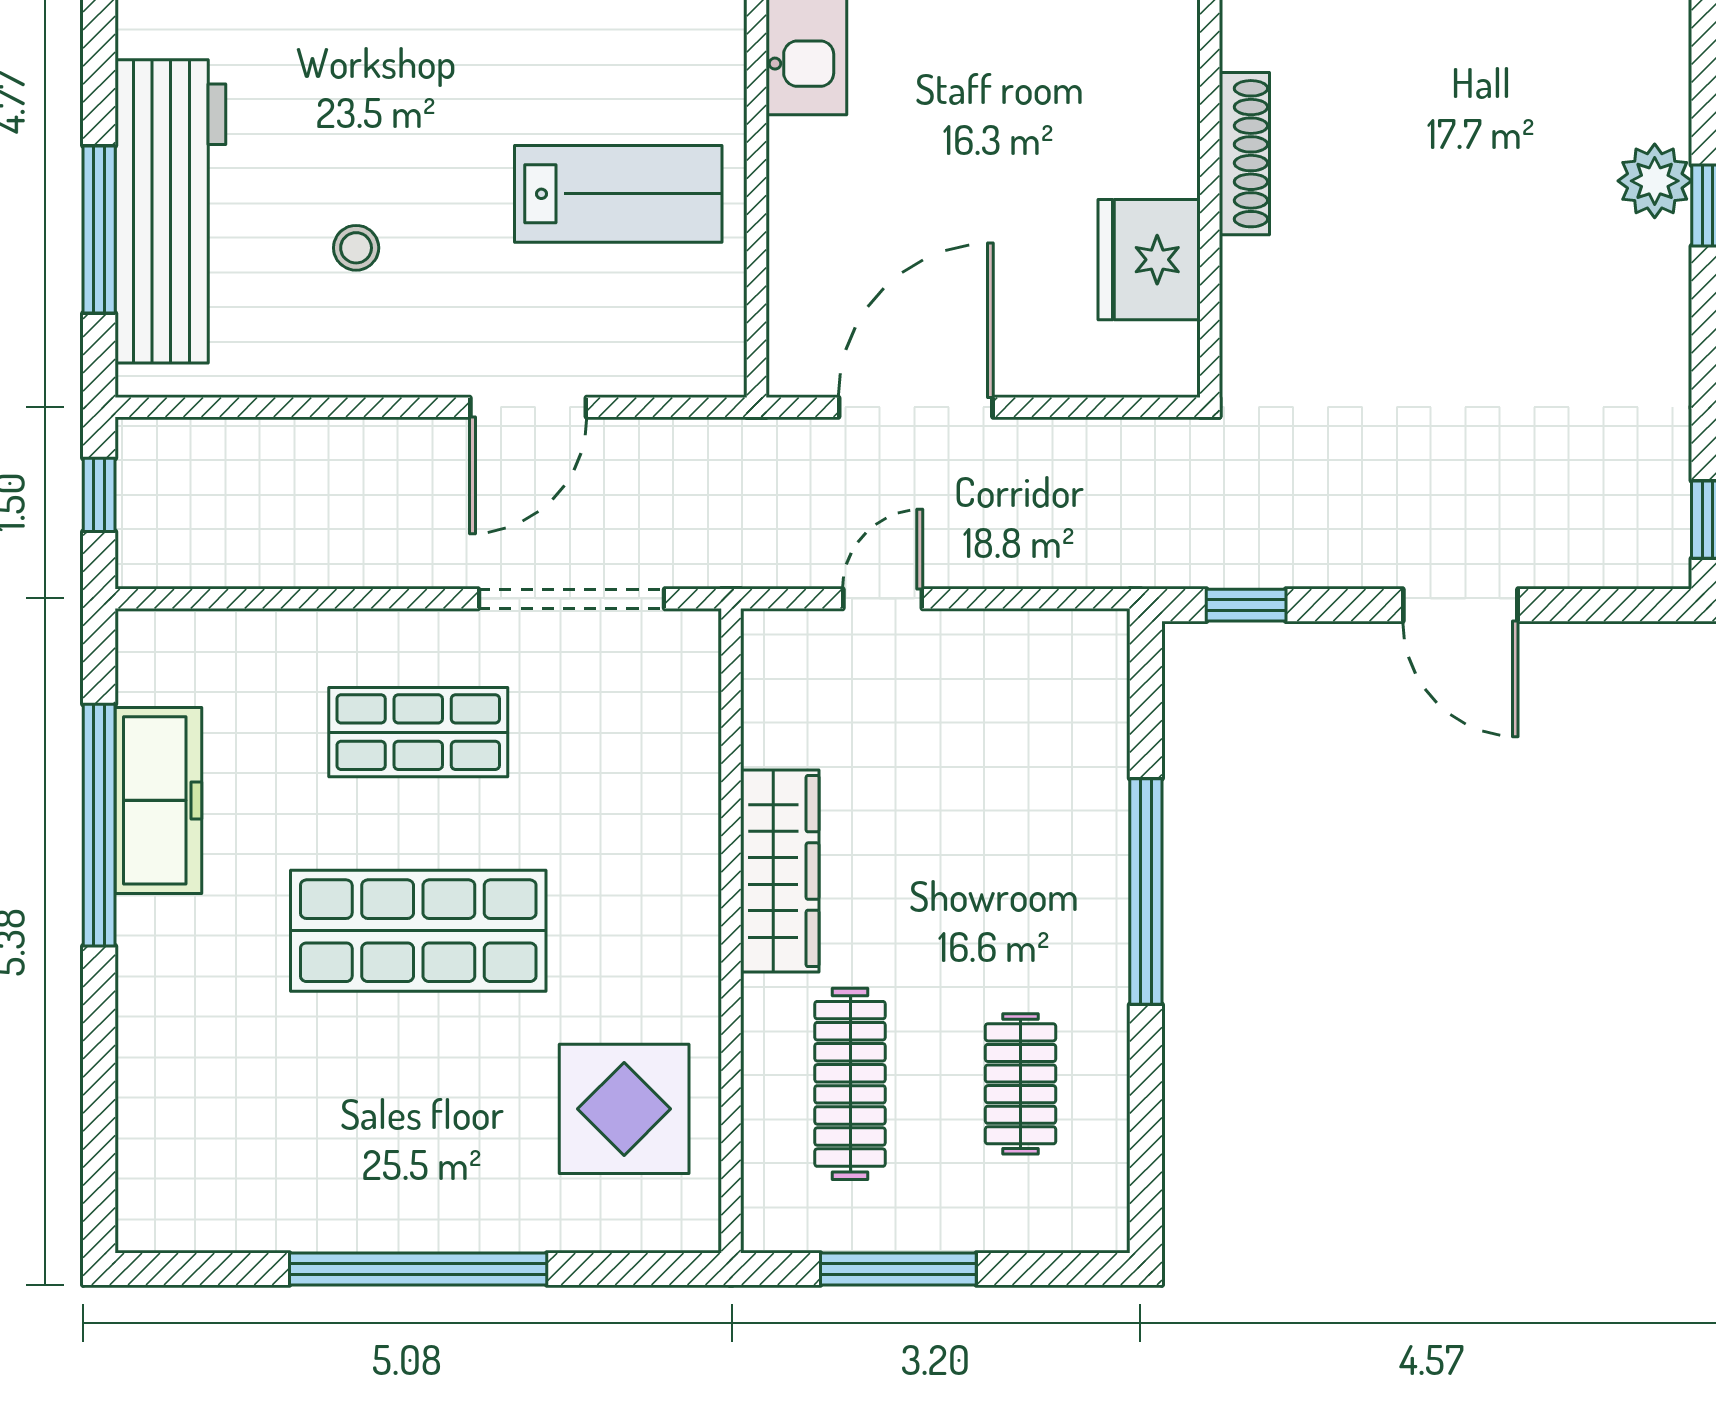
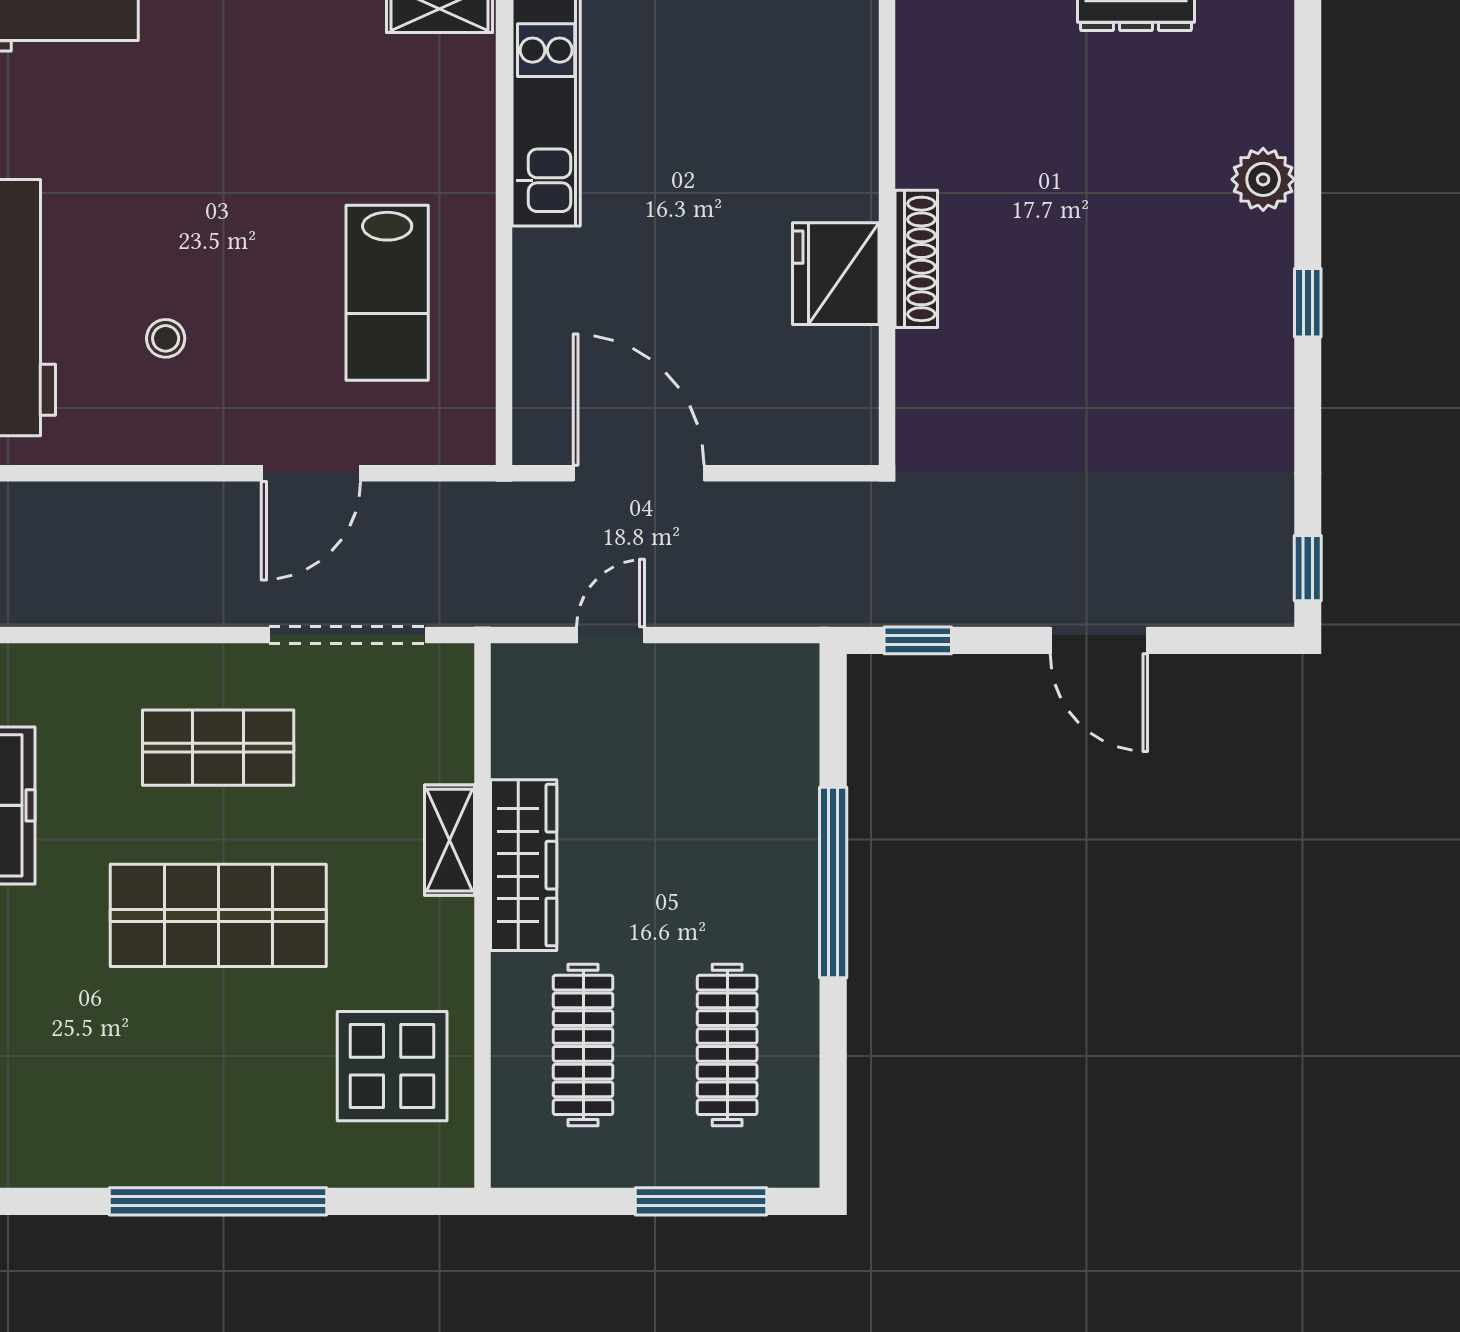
plant: (1655, 181) -> (1263, 179), moved
lab bench: (618, 194) -> (387, 293), turned 90
fridge: (1149, 260) -> (836, 274), moved
door: (916, 407) -> (639, 473), hinge flipped
shelving: (692, 842) -> (450, 840), added
clothes rail: (1021, 1084) -> (727, 1045), width x1.36
window: (898, 1269) -> (701, 1201), moved

